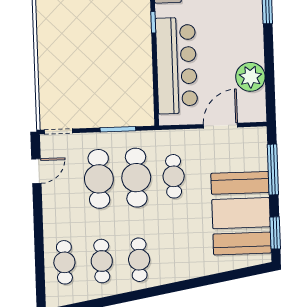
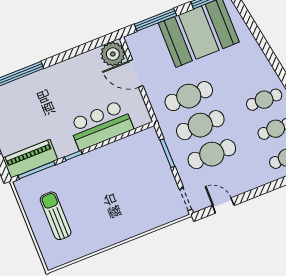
bar counter: (176, 66) -> (101, 125), width x0.73
plant: (250, 77) -> (113, 54), moved
cafe table: (174, 176) -> (189, 96), width x1.37, depth x1.35

